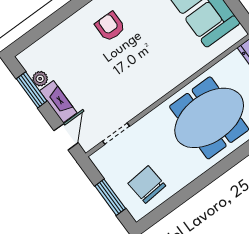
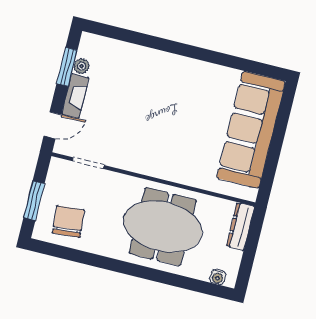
armchair: (110, 26) -> (170, 87), removed

